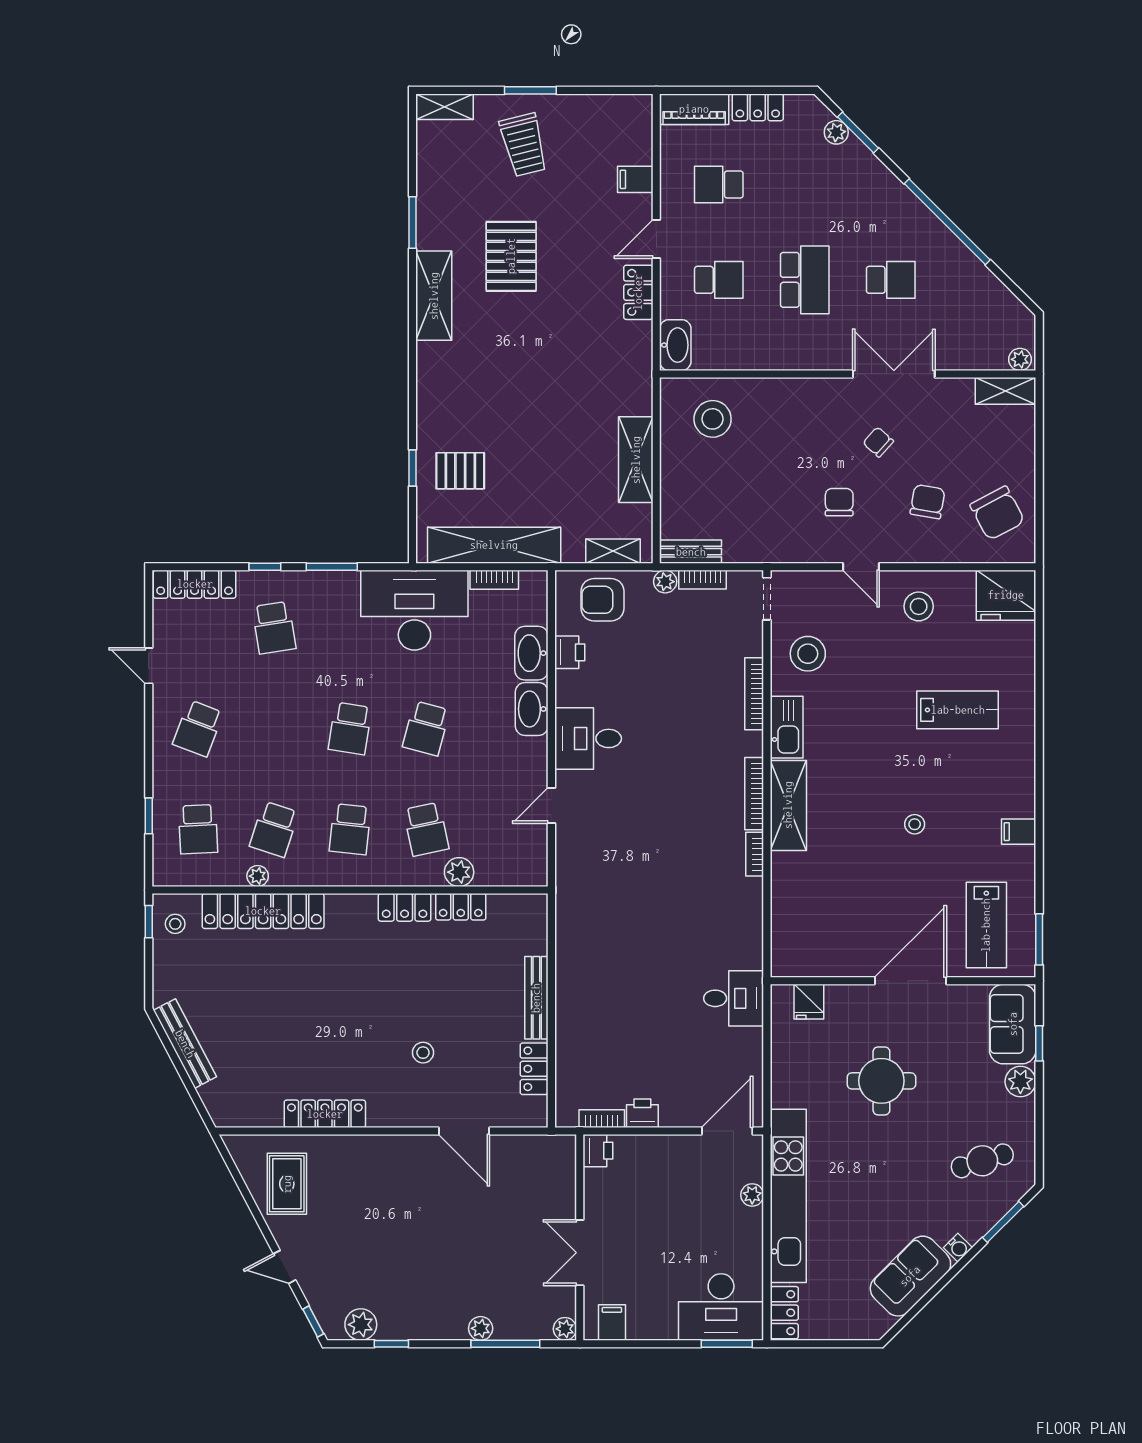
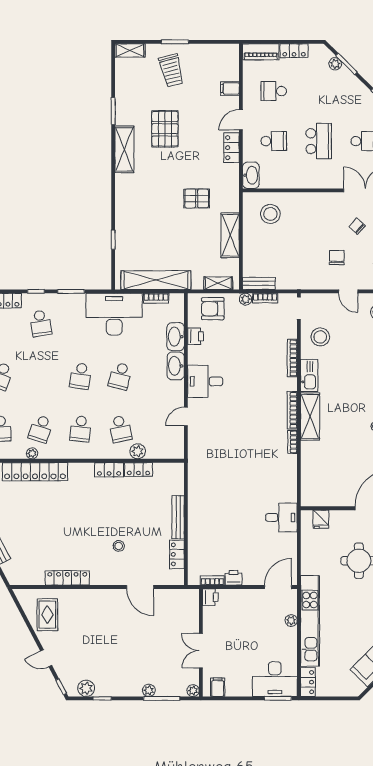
pallet: (460, 471) -> (197, 198), moved

